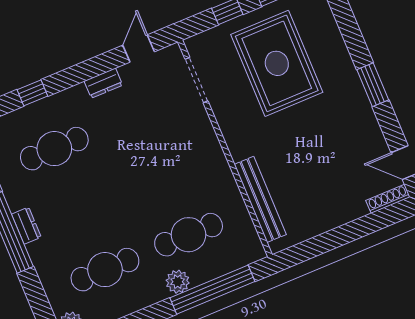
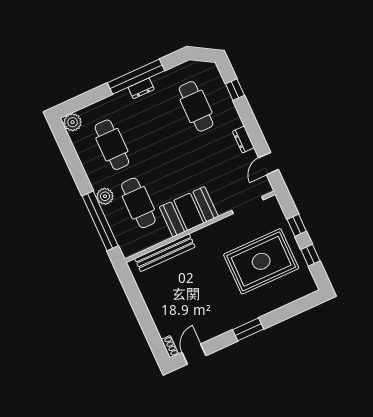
door: (139, 48) -> (269, 164), swing flipped
booth: (203, 164) -> (189, 212), added
shoe rack: (388, 199) -> (170, 347), width x0.70

